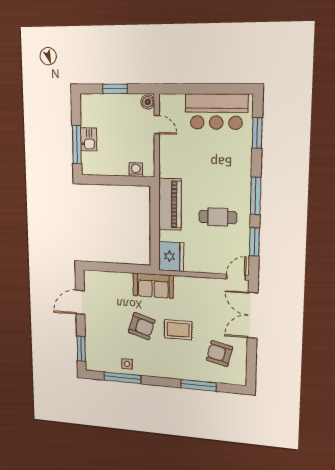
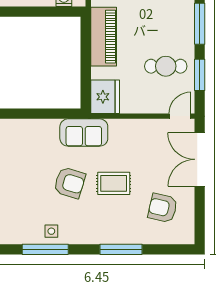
cafe table: (218, 217) -> (166, 66), moved
window: (198, 385) -> (121, 249), moved

